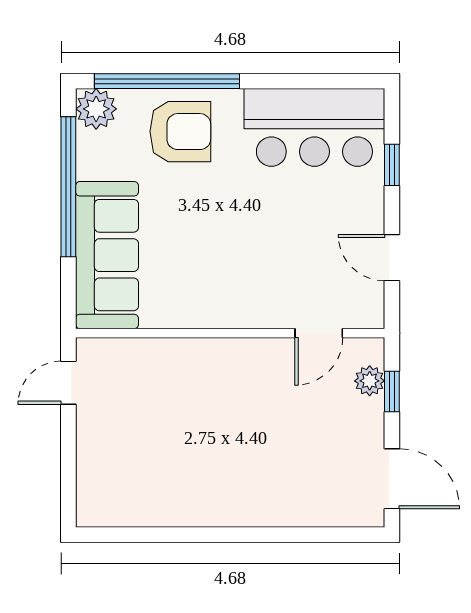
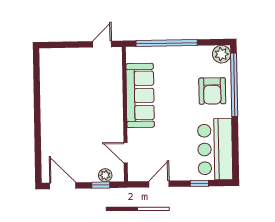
window: (68, 187) -> (167, 43), moved
sofa: (107, 255) -> (140, 95), moved, turned -90
door: (68, 383) -> (102, 44), hinge flipped
door: (392, 479) -> (63, 186), swing flipped

